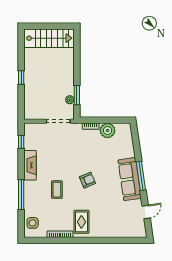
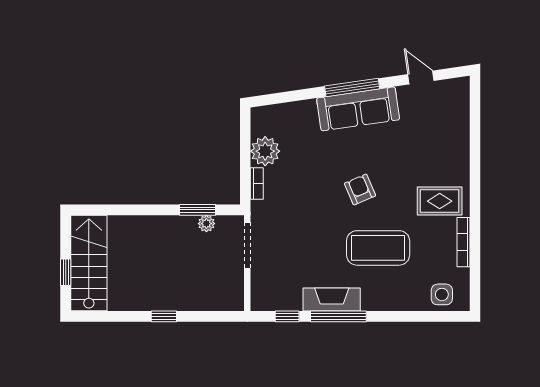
window: (44, 26) -> (66, 272), added
coffee table: (57, 190) -> (378, 248), width x1.86, depth x1.72
window: (21, 195) -> (338, 316), moved

